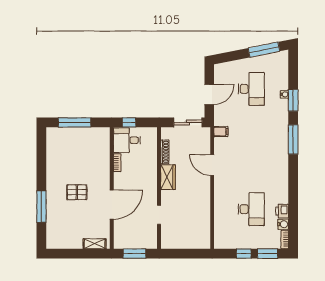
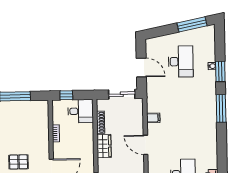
door: (209, 94) -> (141, 68), hinge flipped
filing cabinet: (221, 132) -> (153, 118), moved
desk: (127, 140) -> (81, 111), moved, turned 180
door: (212, 165) -> (146, 145), moved

